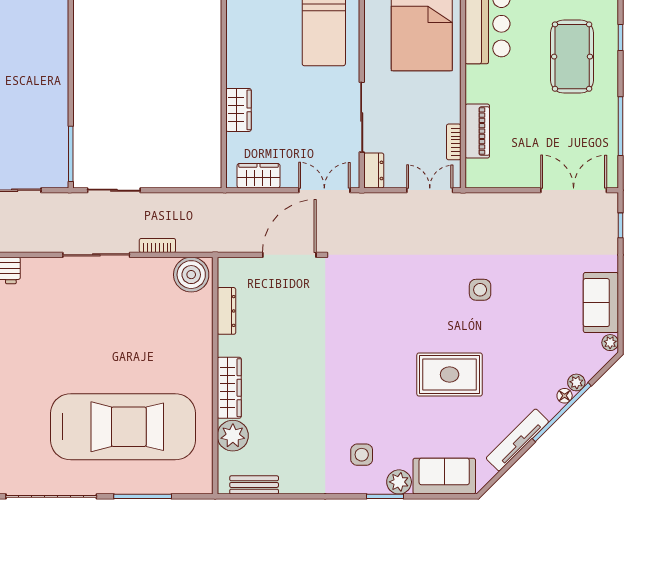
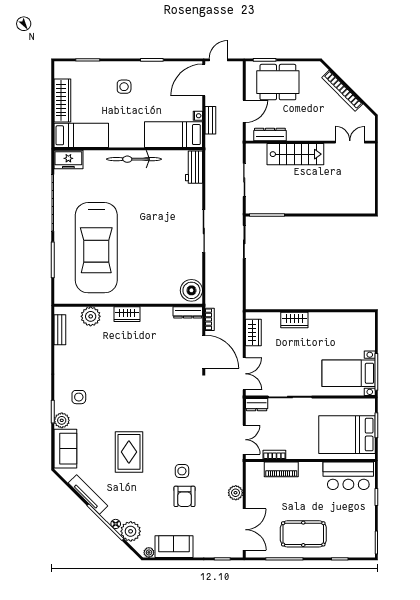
pool table: (572, 57) -> (303, 534), moved
plant: (515, 204) -> (236, 493), added
bookcase: (157, 246) -> (210, 319), moved
armchair: (521, 286) -> (184, 496), added
dresser: (226, 311) -> (188, 312), moved
plant: (576, 382) -> (131, 531), width x1.87, depth x1.87
wardrobe: (229, 388) -> (127, 314), width x0.67

